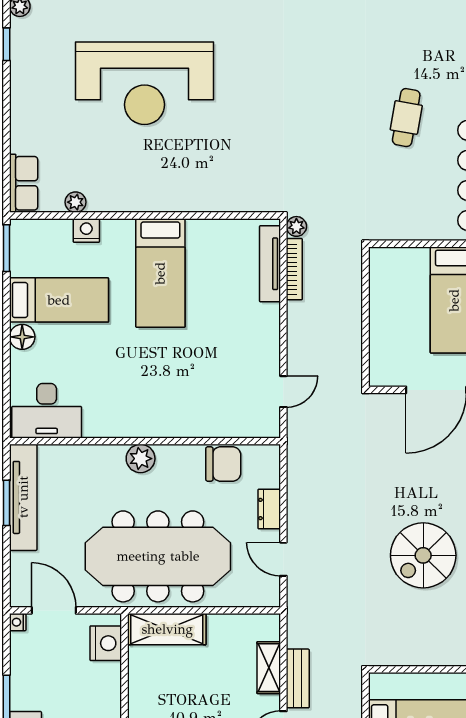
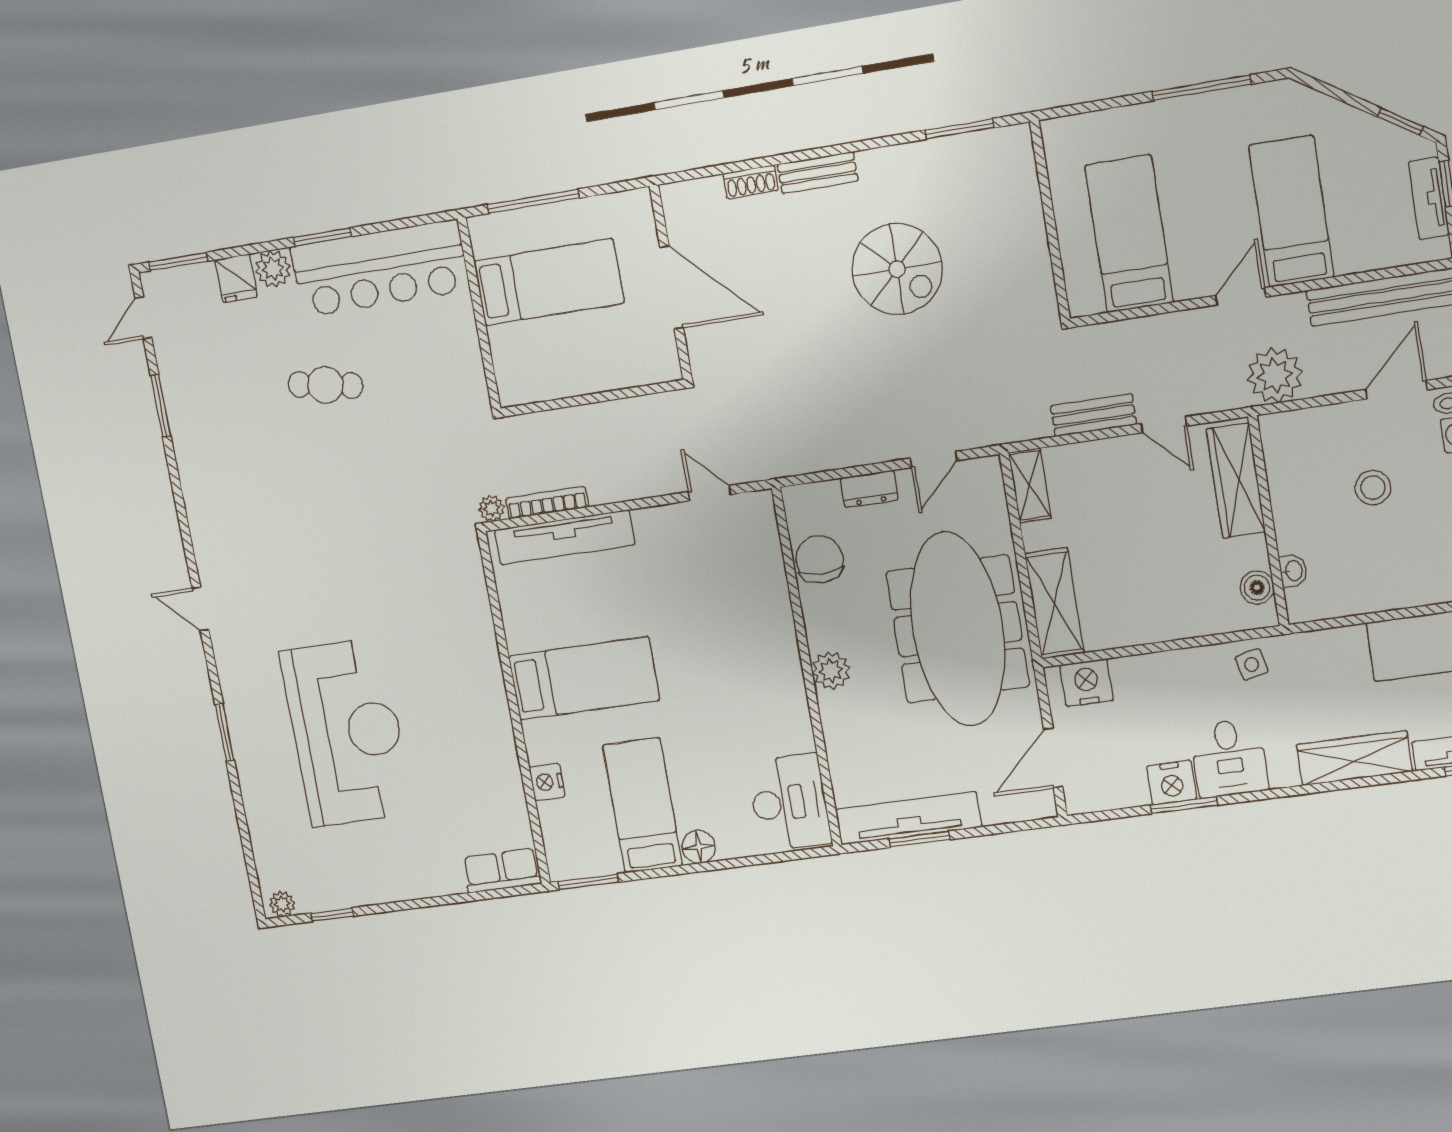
plant: (76, 202) -> (513, 801), removed
tv unit: (270, 264) -> (565, 537), width x1.36, depth x1.29
nightstand: (18, 622) -> (1172, 783), moved, width x1.89, depth x1.79
shelving: (269, 668) -> (1030, 485), moved, turned 90

